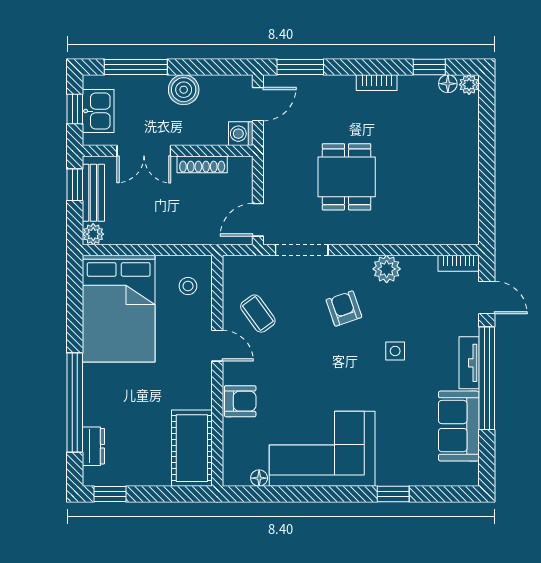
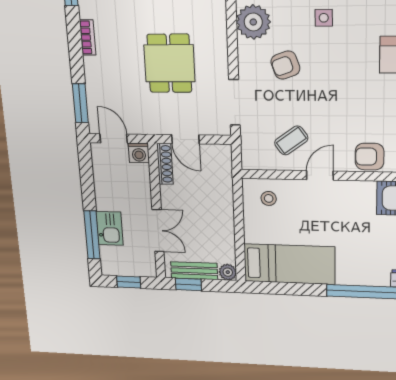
boiler: (184, 90) -> (107, 198), removed
kitchen sink: (98, 111) -> (110, 228), moved, turned 90
shoe rack: (202, 164) -> (165, 164), moved
dining table: (347, 177) -> (169, 63), turned 90
door: (258, 220) -> (185, 139), moved
plant: (387, 269) -> (253, 22), width x1.36, depth x1.36
bed: (119, 309) -> (289, 264), width x0.67
armchair: (240, 401) -> (370, 157), turned -90

